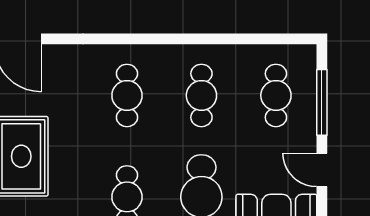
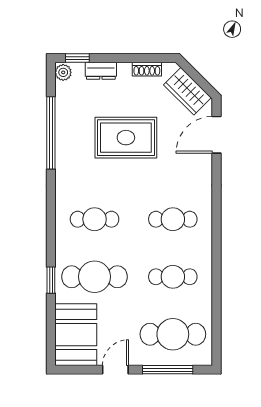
cafe table: (276, 95) -> (173, 334), width x1.37, depth x1.35

